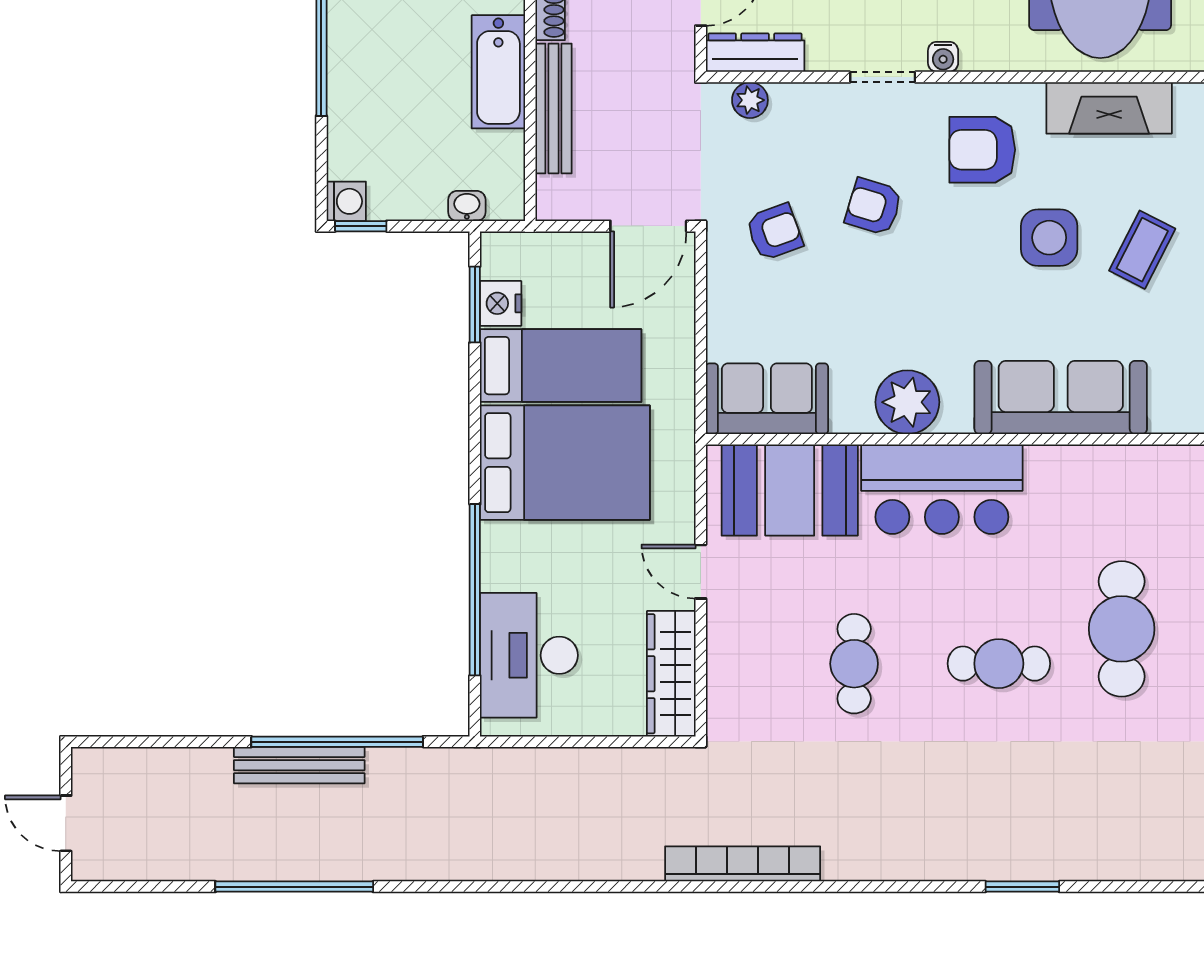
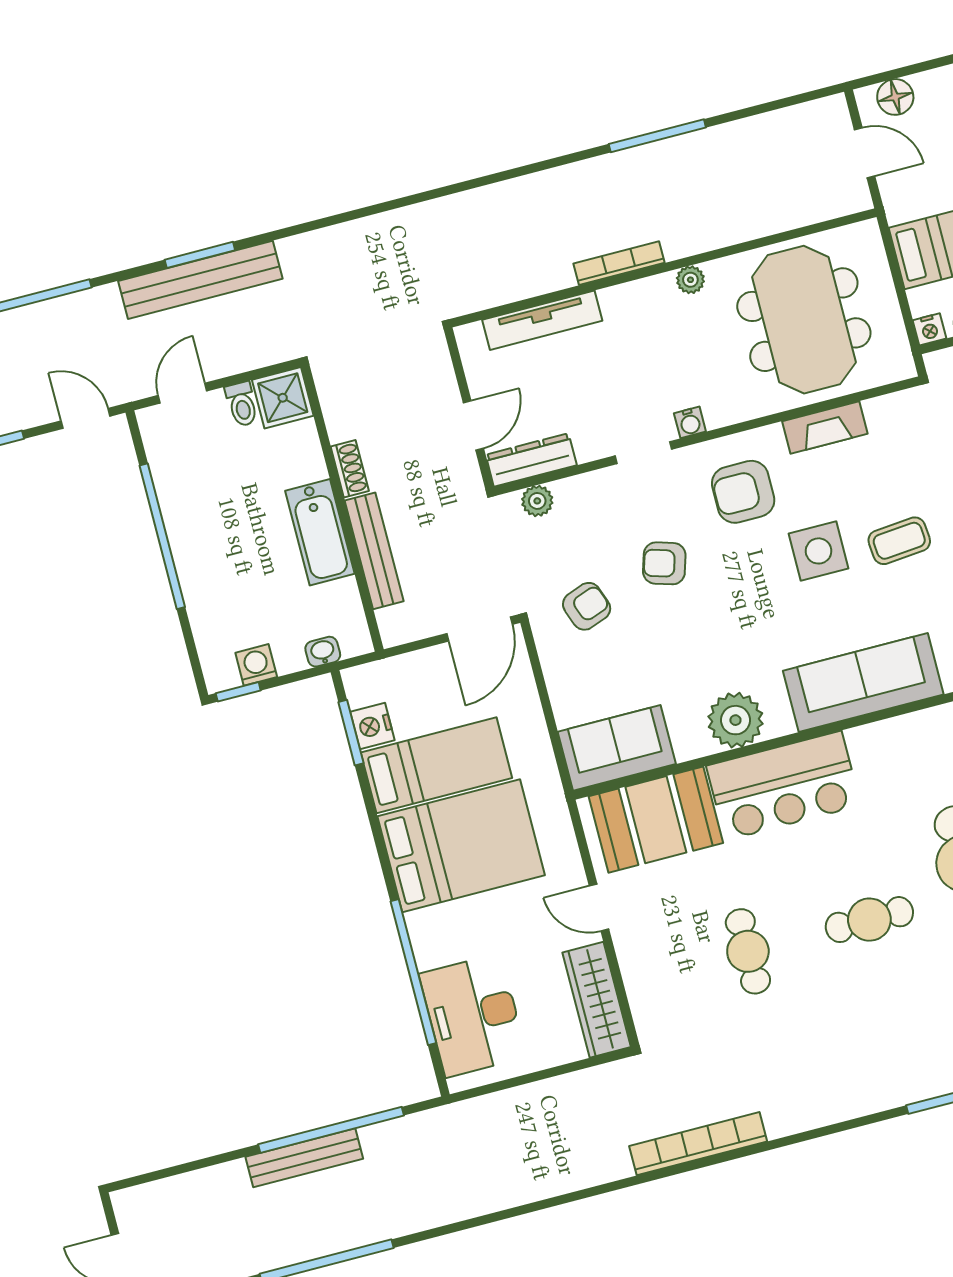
fireplace: (1109, 108) -> (825, 427), width x0.73, depth x0.76
washing machine: (346, 201) -> (256, 665), moved, turned -90
coffee table: (1142, 250) -> (899, 541), turned 58

